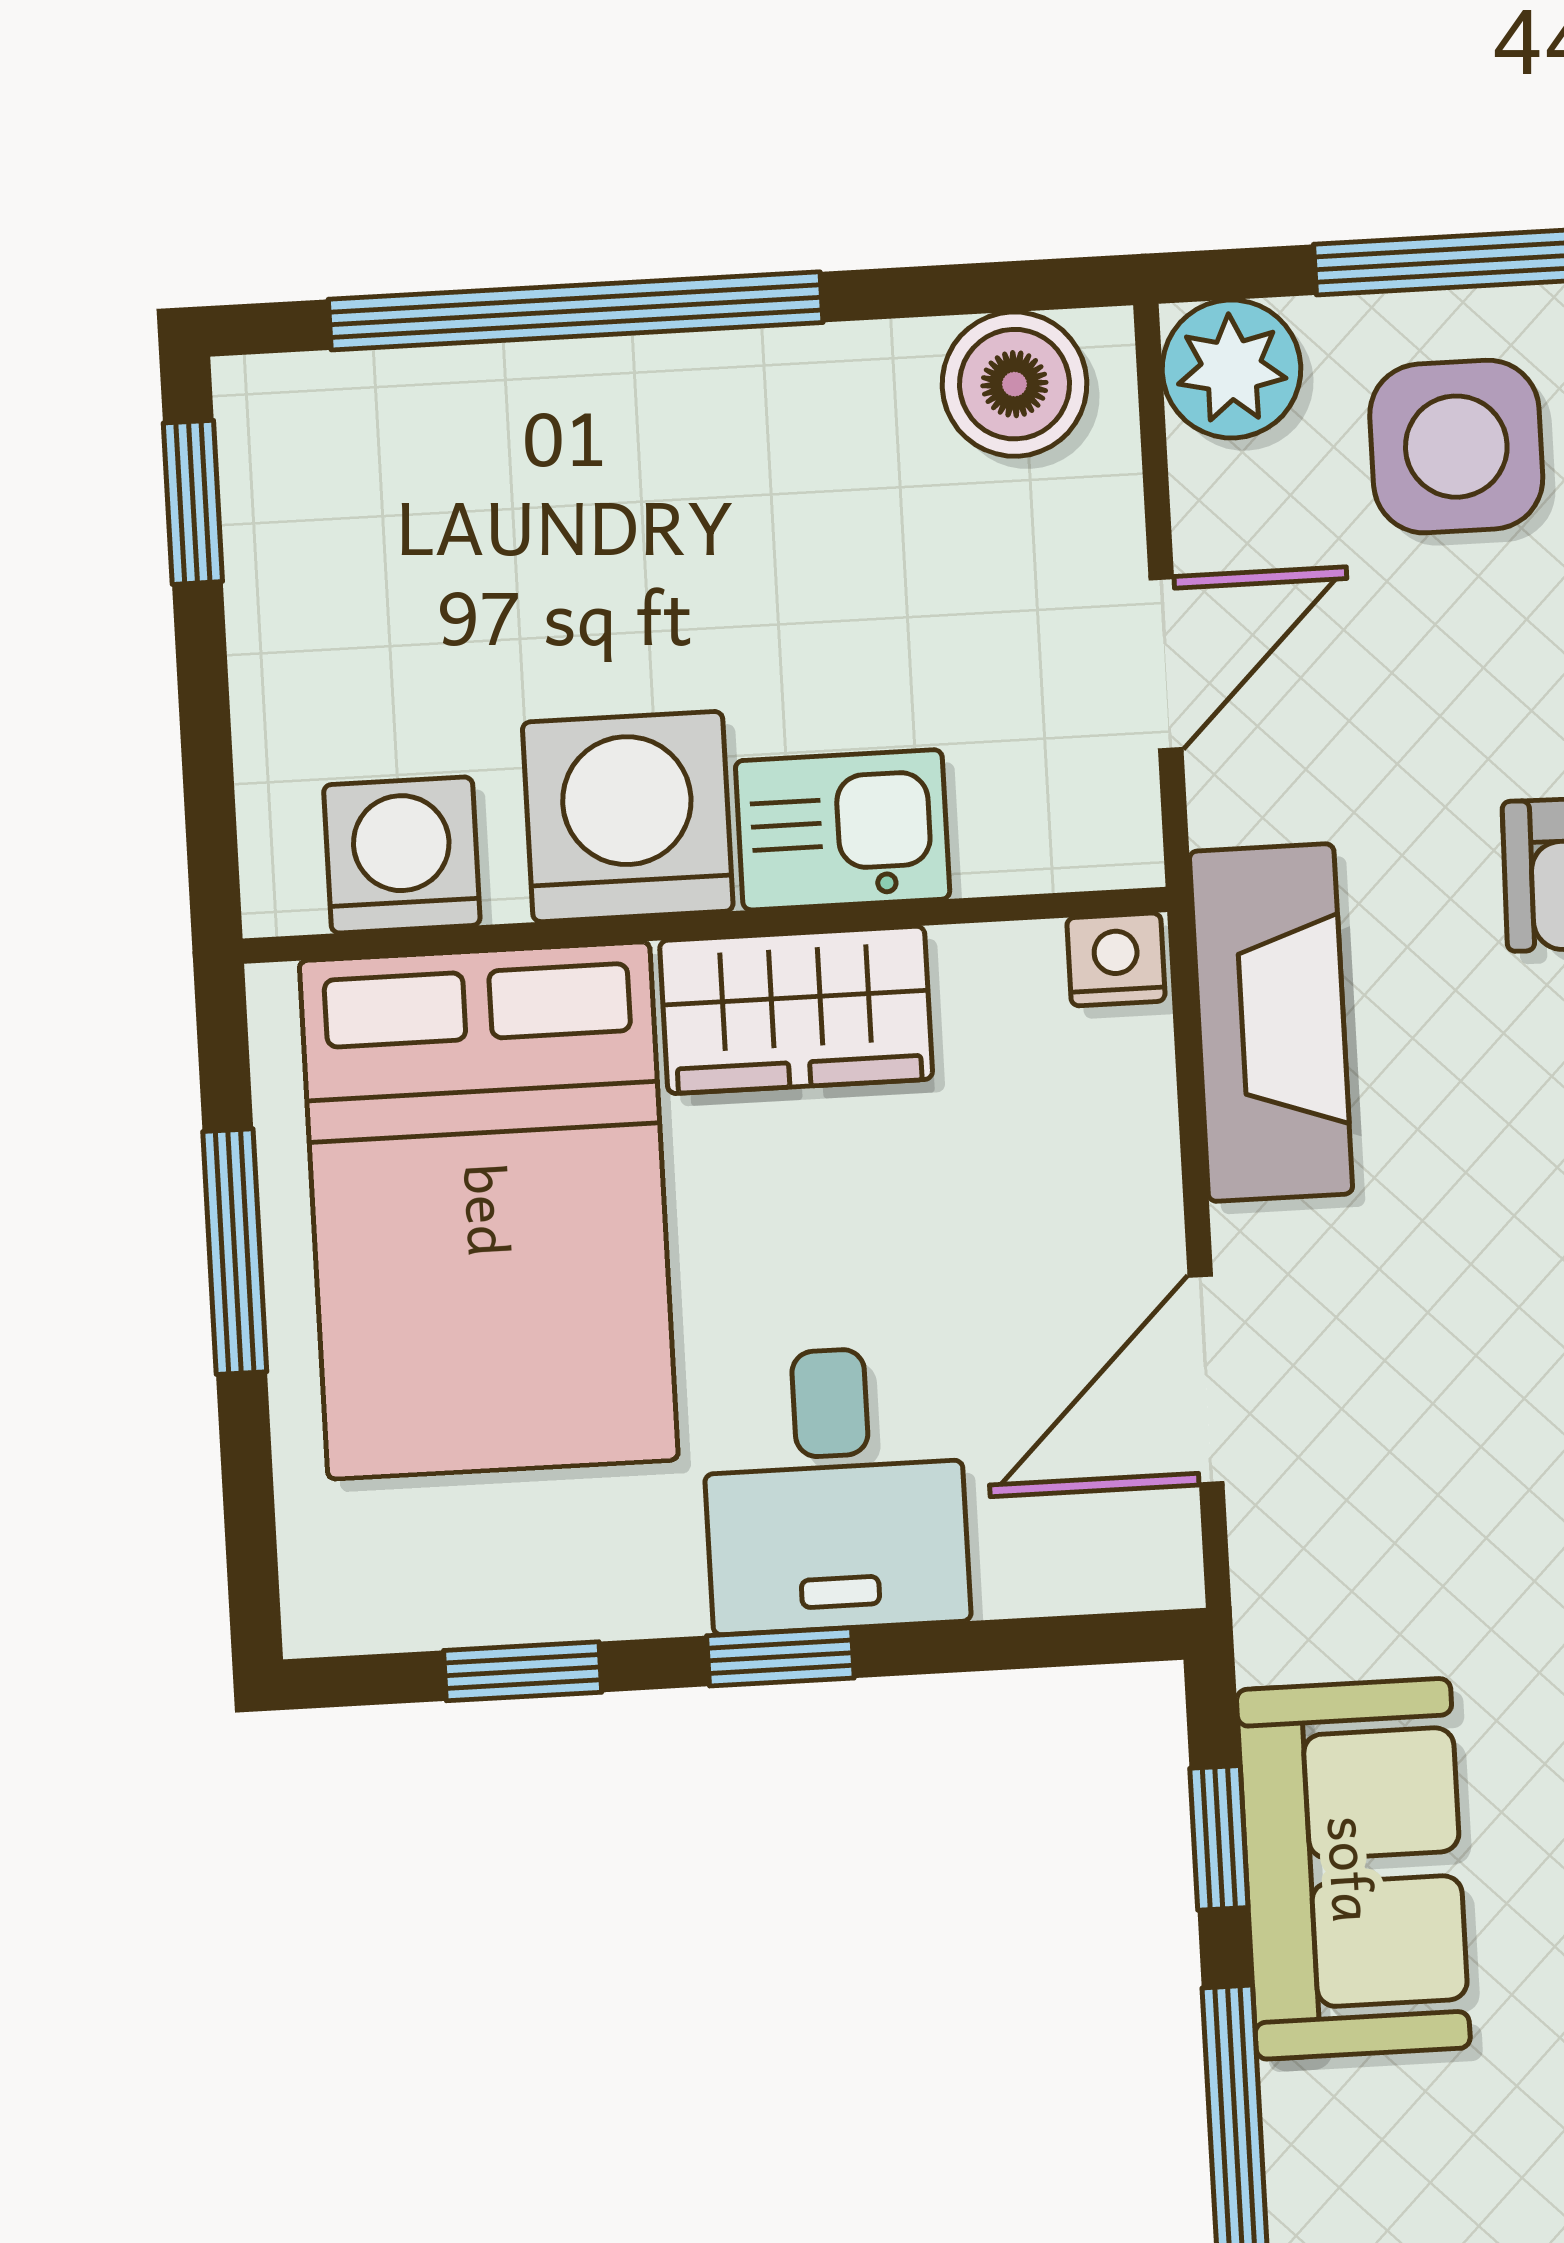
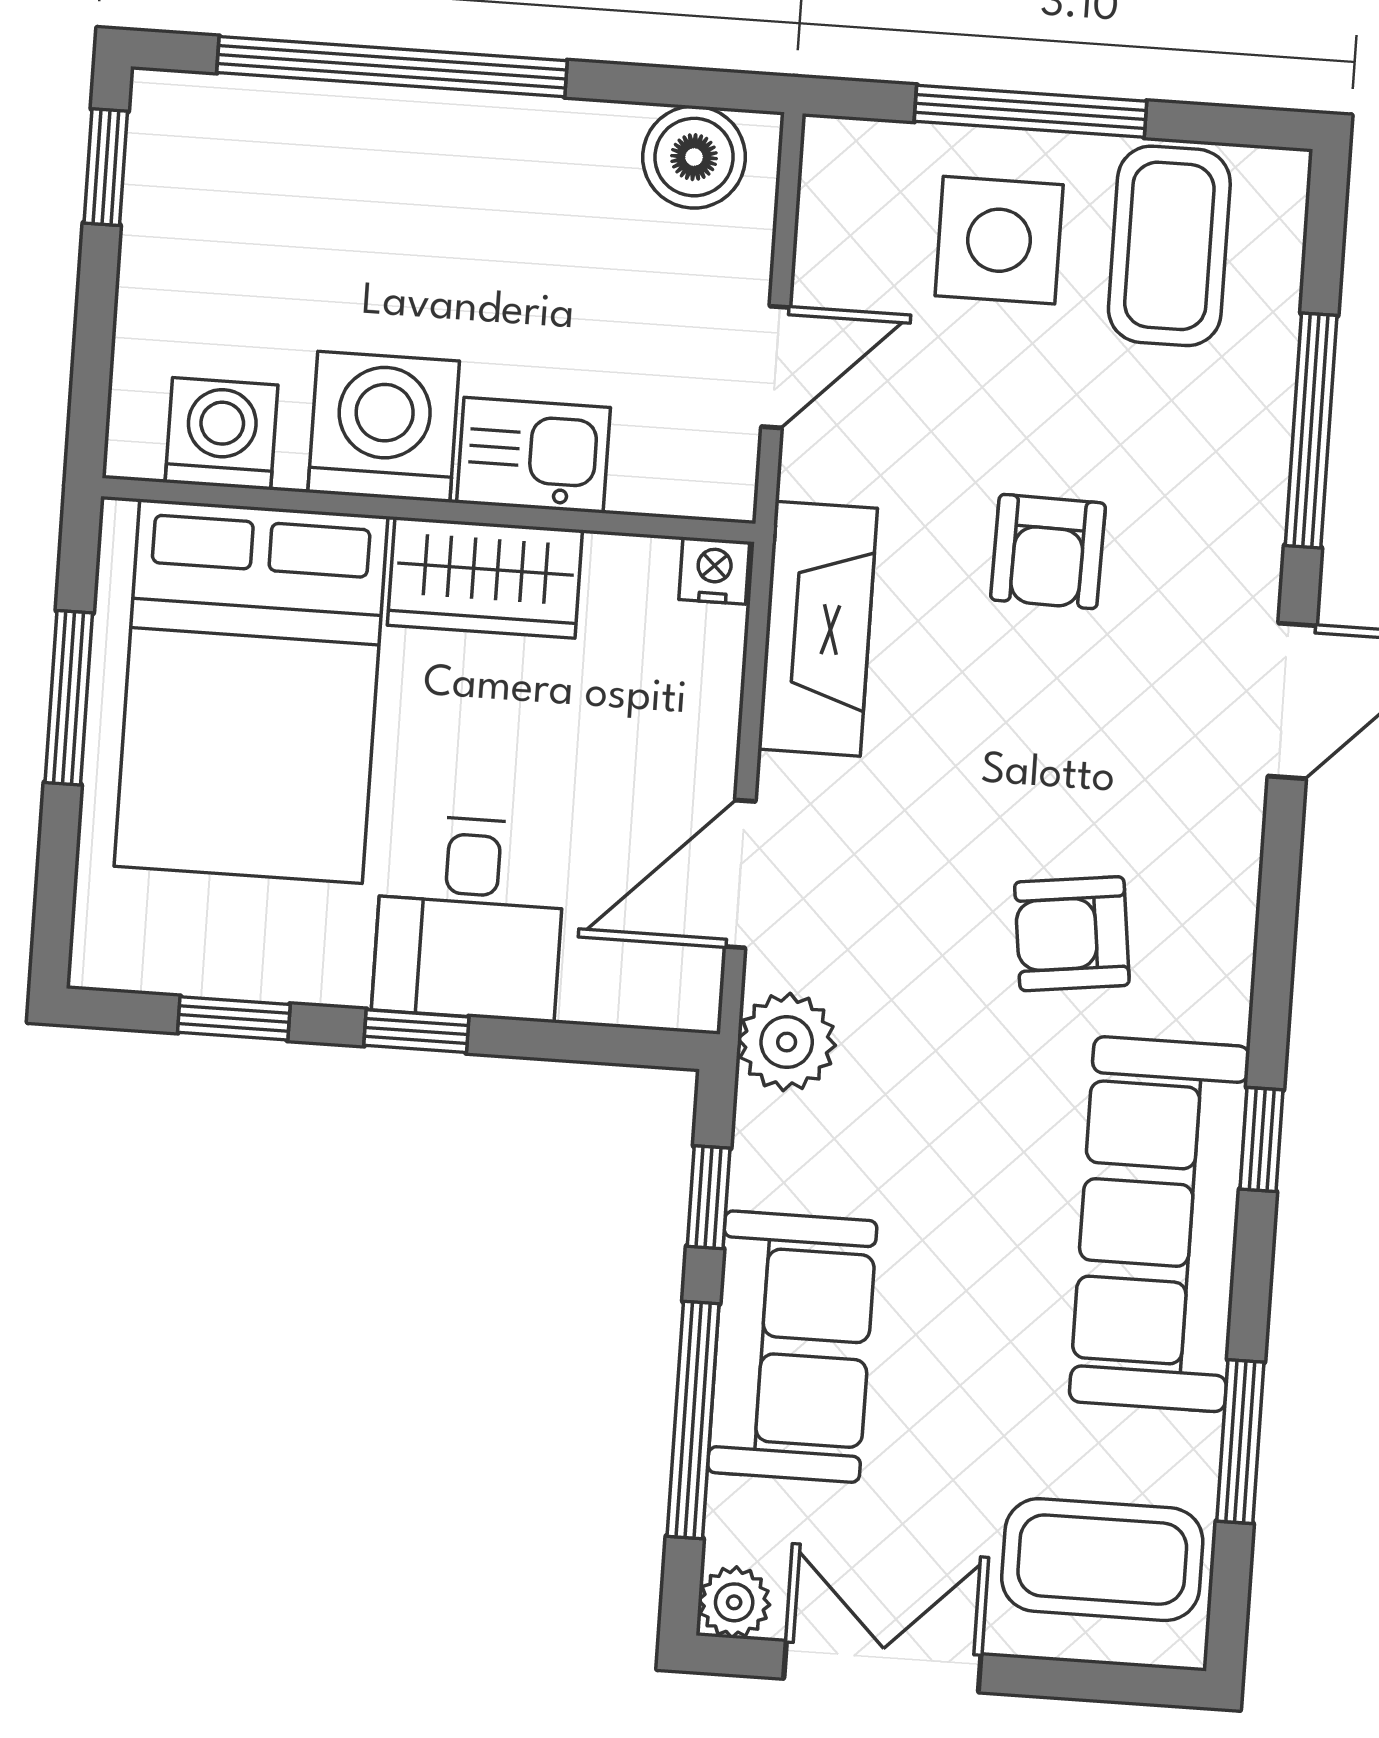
plant: (1232, 369) -> (787, 1042), moved
sofa: (1353, 1869) -> (792, 1347), moved

